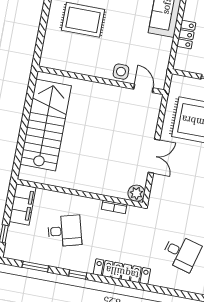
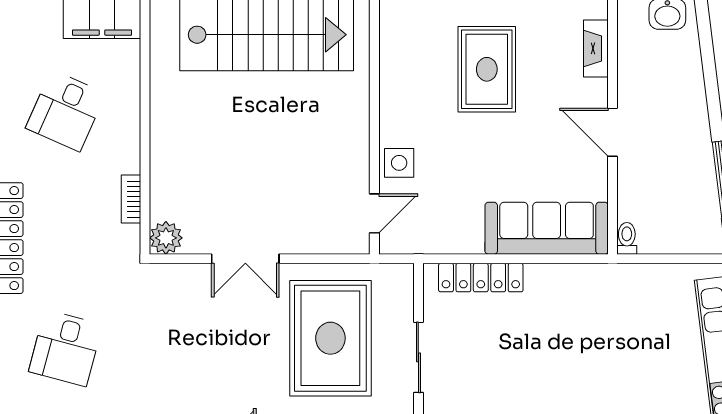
locker: (186, 35) -> (481, 278), width x1.53
desk: (65, 231) -> (66, 111), turned 39

